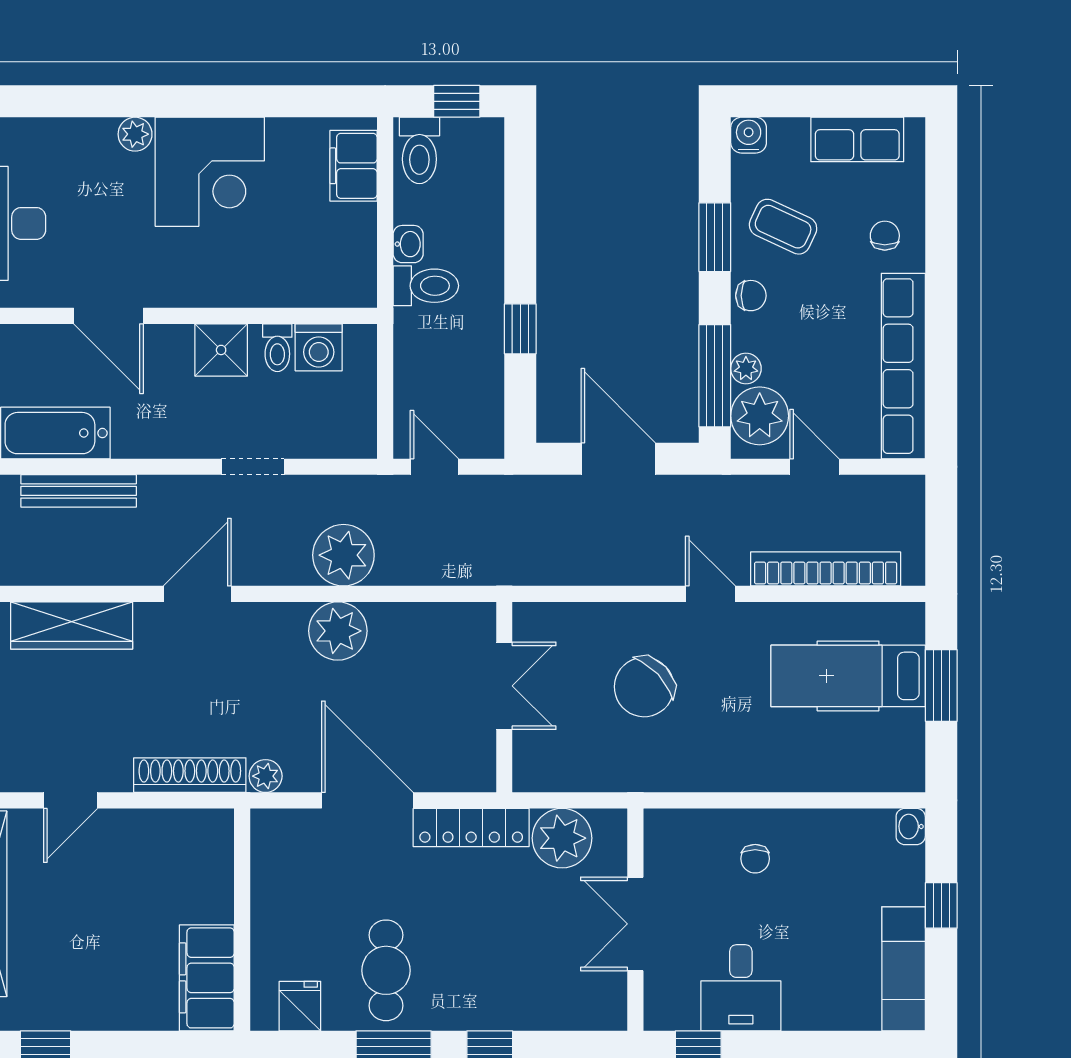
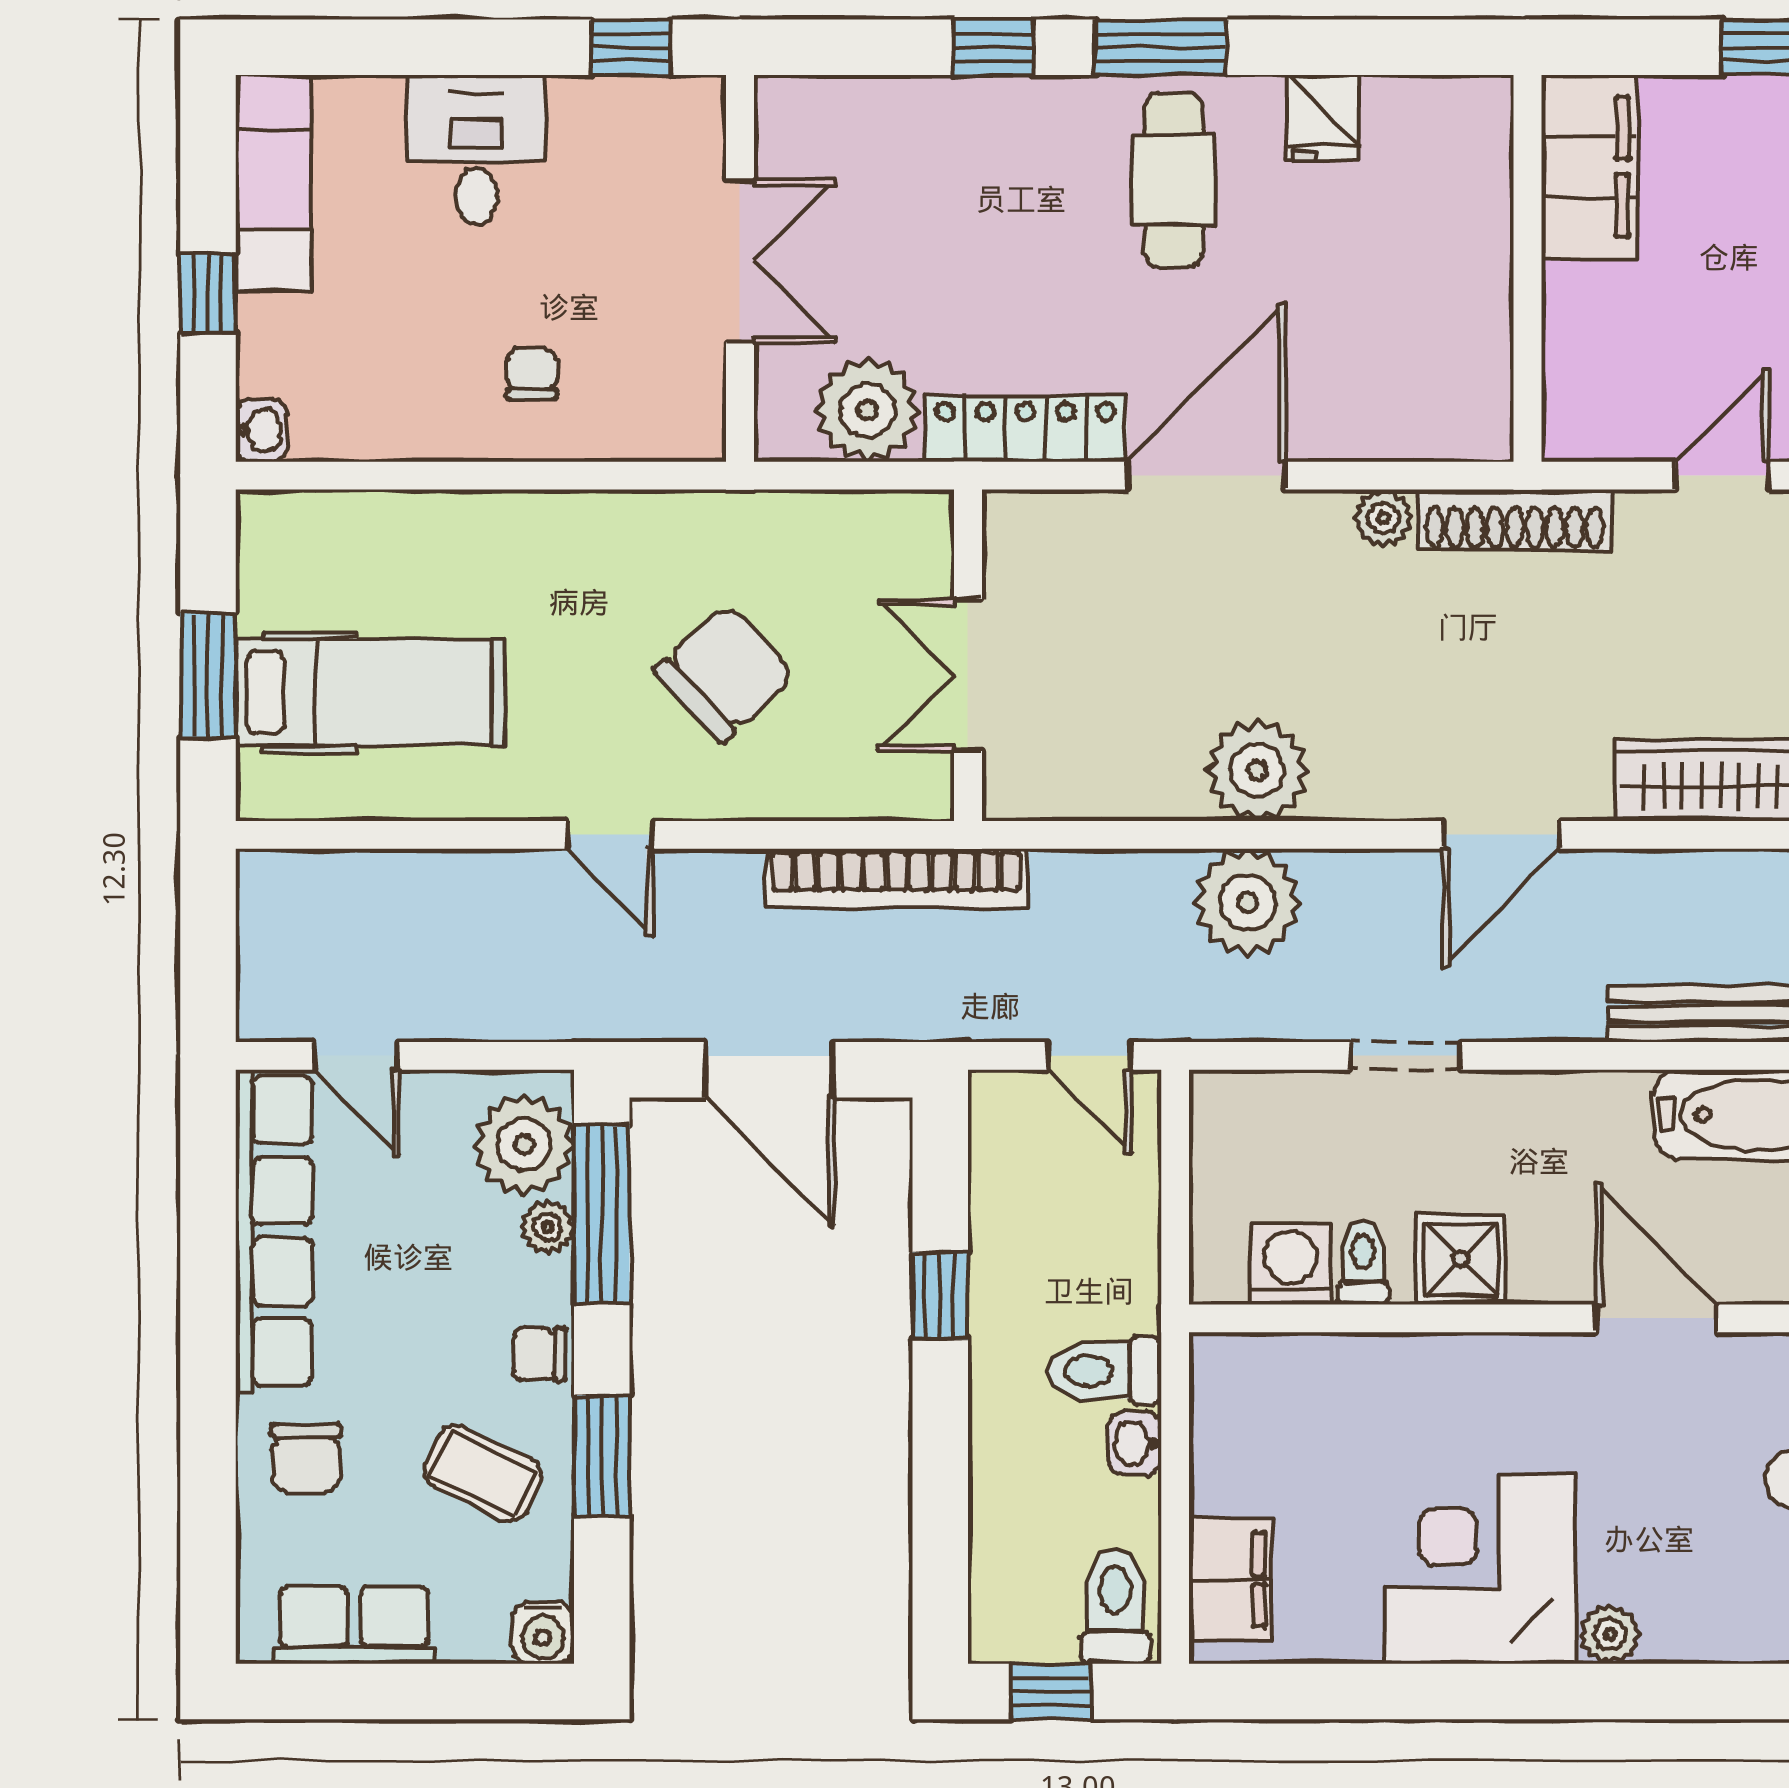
chair: (885, 236) -> (306, 1458), width x1.37, depth x1.37
door: (815, 467) -> (356, 1056), moved
bookcase: (826, 569) -> (896, 878), moved
door: (367, 800) -> (1206, 476), swing flipped
wall: (242, 920) -> (1527, 268), moved
filing cabinet: (207, 978) -> (1589, 167), moved
desk: (741, 988) -> (476, 150), moved

